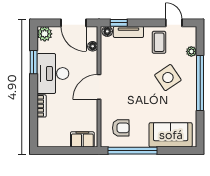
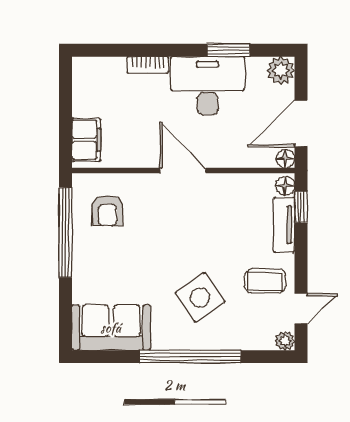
floor lamp: (93, 46) -> (285, 159), moved
plant: (191, 51) -> (285, 341), moved
sofa: (171, 135) -> (111, 328), moved, turned -90

